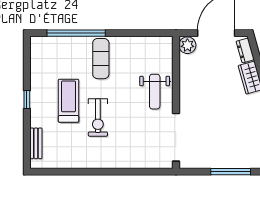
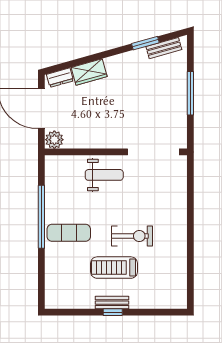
window: (76, 33) -> (41, 217), moved
bench: (36, 143) -> (112, 303), moved

